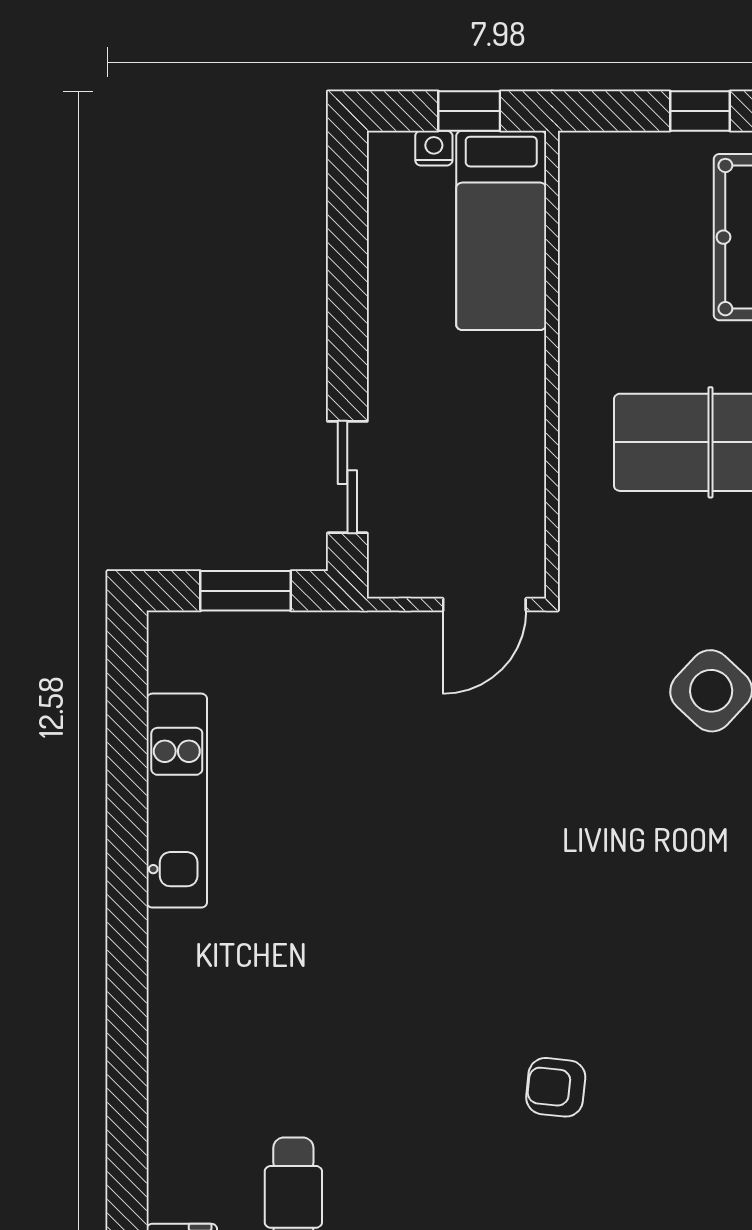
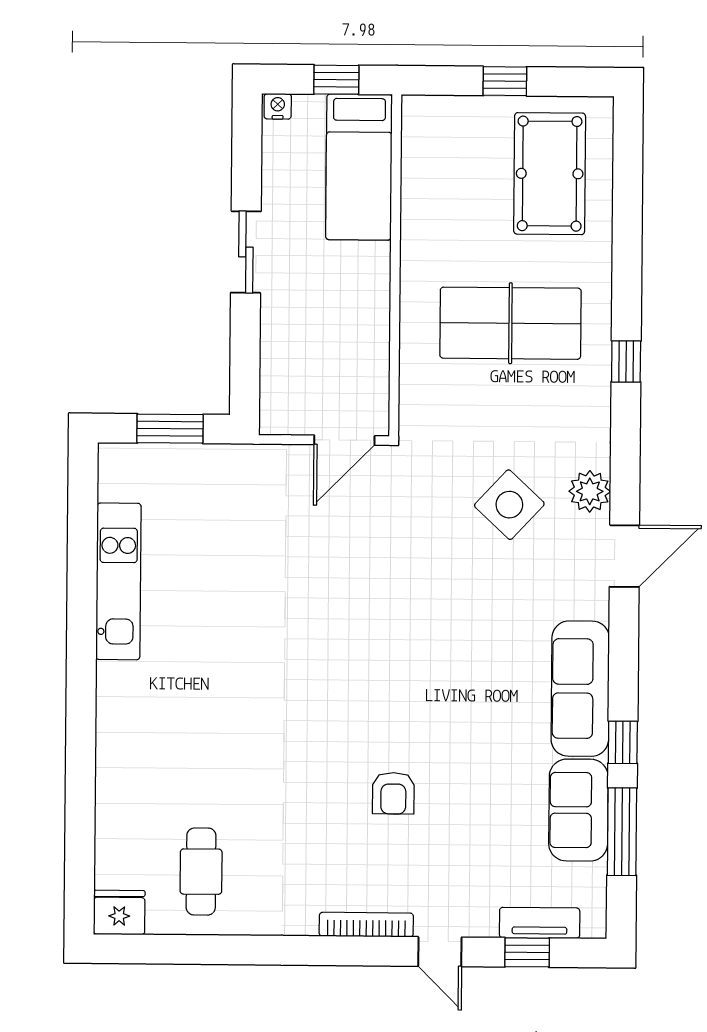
nightstand: (434, 148) -> (278, 106), moved
sliding door: (347, 477) -> (246, 252), moved
armchair: (556, 1087) -> (393, 793), turned -96

